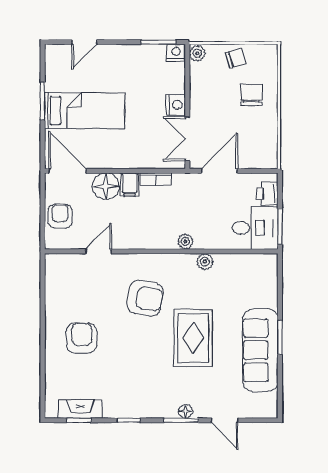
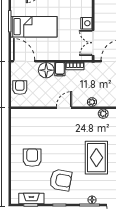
door: (99, 251) -> (64, 108), moved
armchair: (145, 298) -> (61, 180), moved

